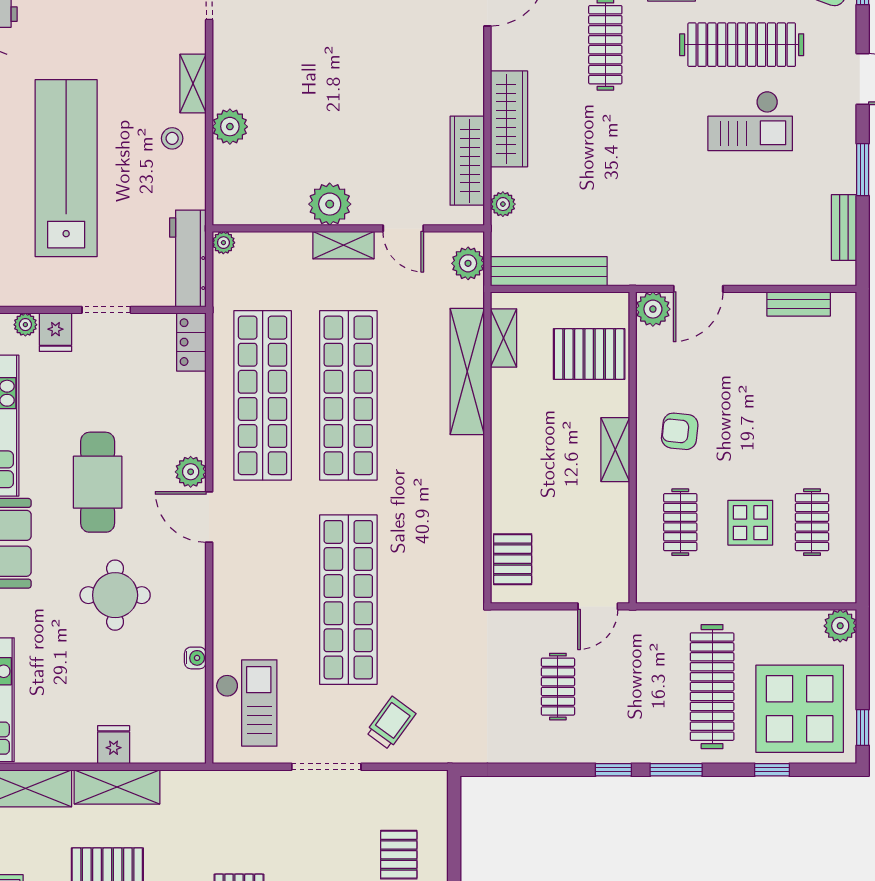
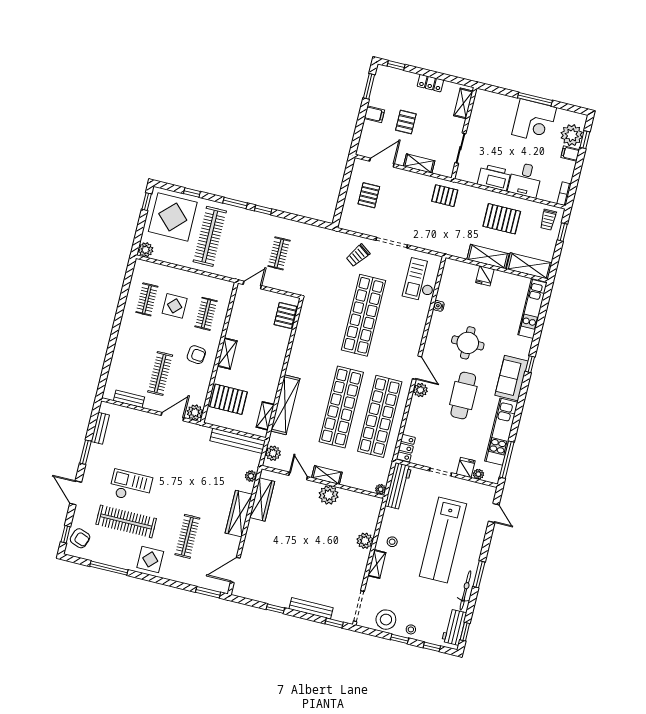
clothes rail: (746, 373) -> (160, 374), added

